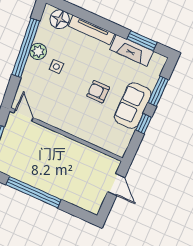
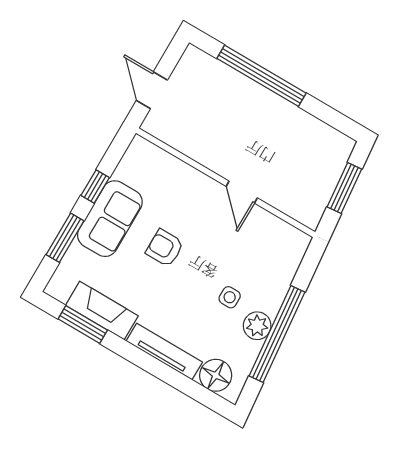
armchair: (98, 92) -> (165, 248), turned 180
door: (24, 115) -> (242, 192), moved
window: (34, 192) -> (261, 76), moved

